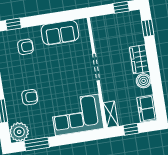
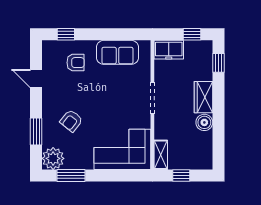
armchair: (30, 97) -> (71, 121), turned 128
freezer: (147, 109) -> (169, 50), moved, turned -90

